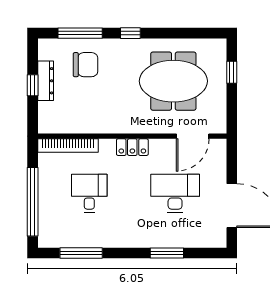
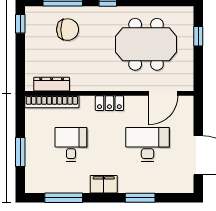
dresser: (46, 81) -> (52, 84), moved, turned -90
window: (33, 85) -> (20, 24), moved
window: (33, 202) -> (20, 152), width x0.47
filing cabinet: (126, 238) -> (104, 184), added

